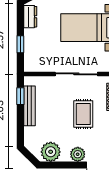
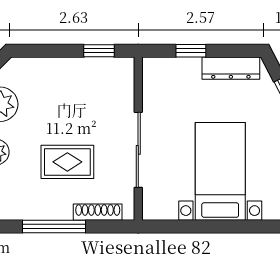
dresser: (30, 17) -> (231, 68), width x1.44
bench: (29, 106) -> (82, 67), removed

